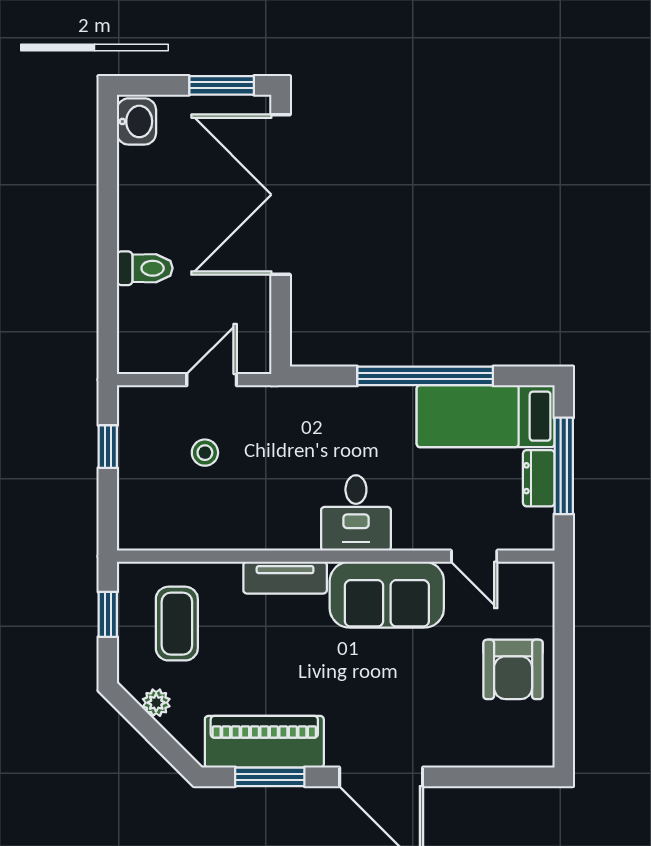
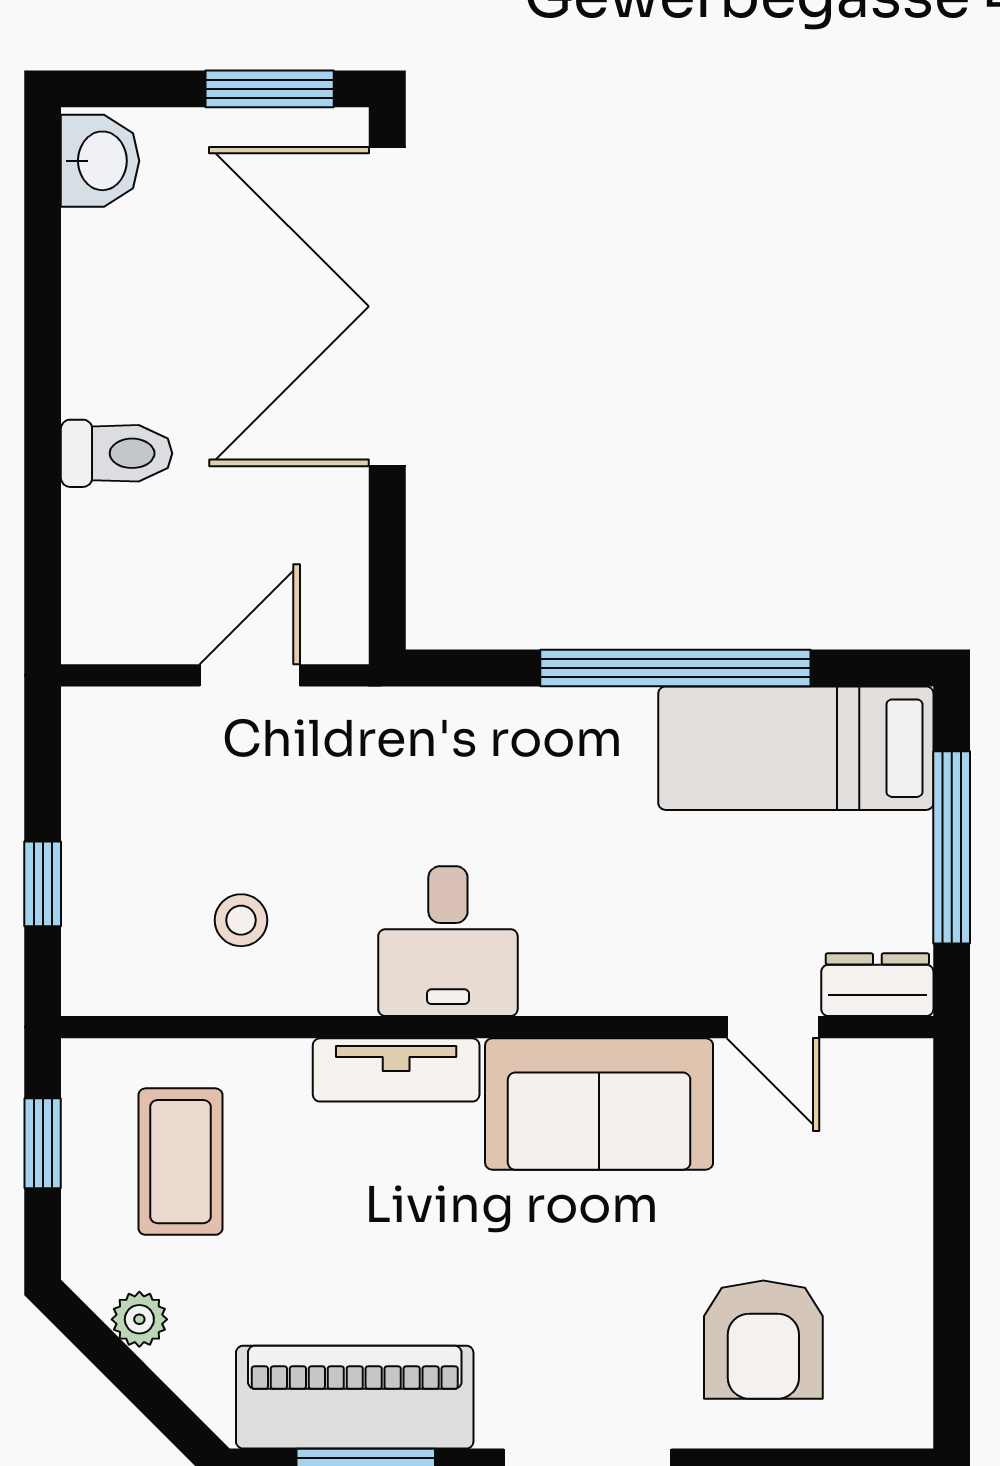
window: (108, 447) -> (43, 884), moved
stool: (205, 453) -> (241, 920), moved
dresser: (539, 478) -> (877, 985), moved, turned 90
desk: (356, 513) -> (448, 941), moved
armchair: (513, 669) -> (763, 1340), moved

